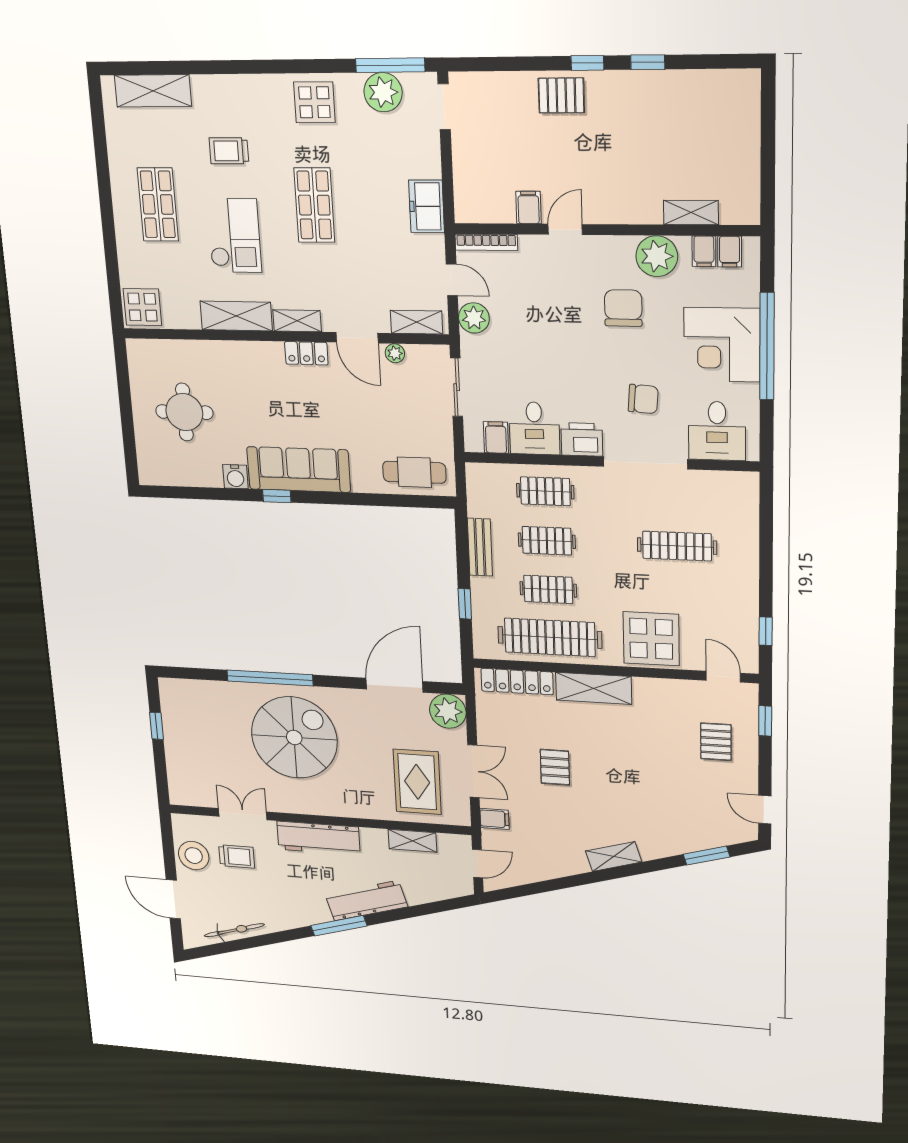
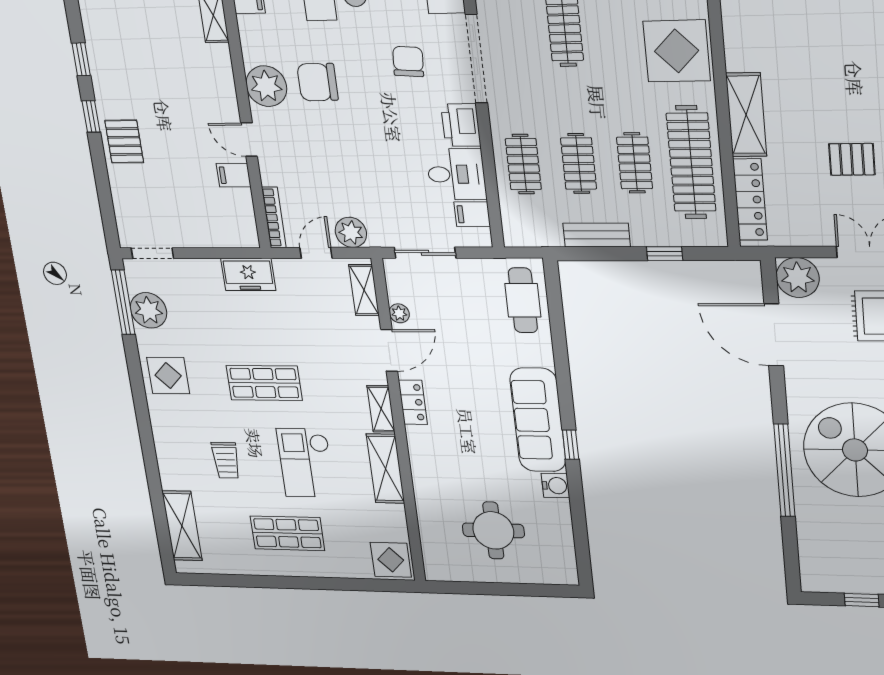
checkout: (234, 236) -> (306, 463), turned -90
plant: (657, 256) -> (266, 86), moved

